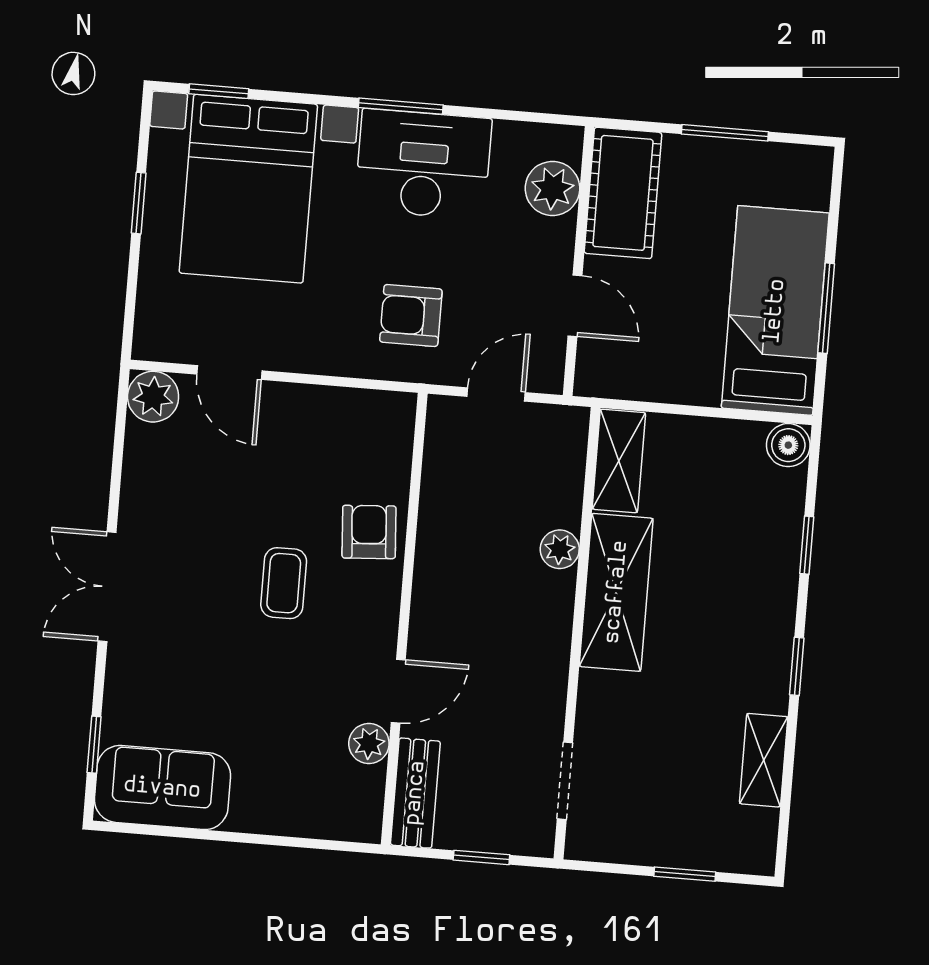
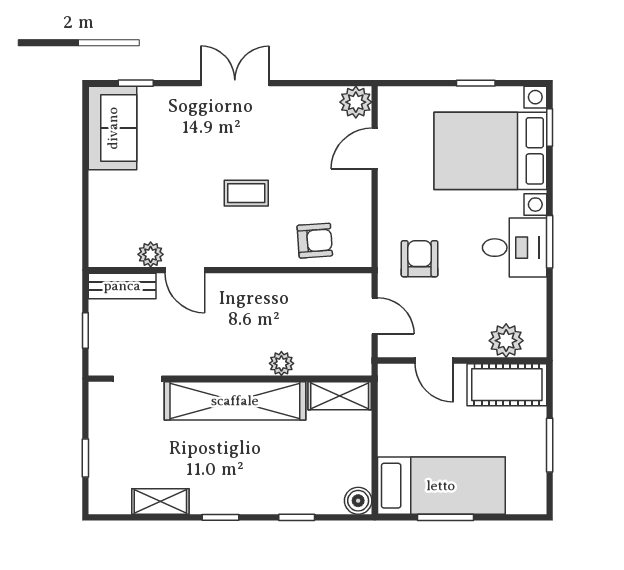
desk: (423, 164) -> (515, 248), width x0.73
door: (575, 306) -> (434, 361), hinge flipped
armchair: (369, 532) -> (315, 241), moved
shelving: (616, 592) -> (235, 401), width x1.47

